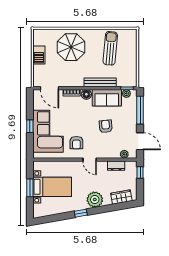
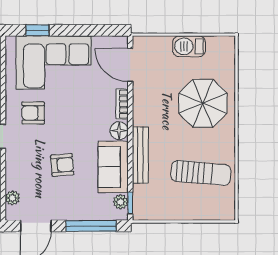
door: (49, 88) -> (130, 65), hinge flipped
window: (30, 126) -> (37, 30), moved

